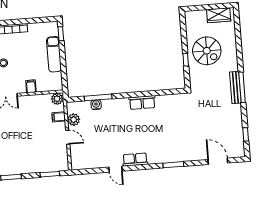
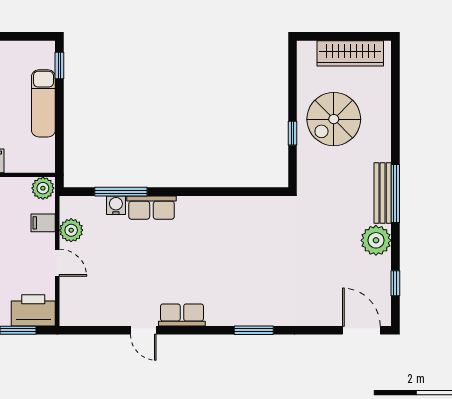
wardrobe: (219, 15) -> (350, 53), width x1.50
spiral stairs: (207, 51) -> (334, 119), turned 90
row of seats: (142, 102) -> (151, 208), moved
plant: (234, 113) -> (376, 240), added
door: (218, 161) -> (361, 330), moved
printer: (57, 163) -> (33, 310), added

